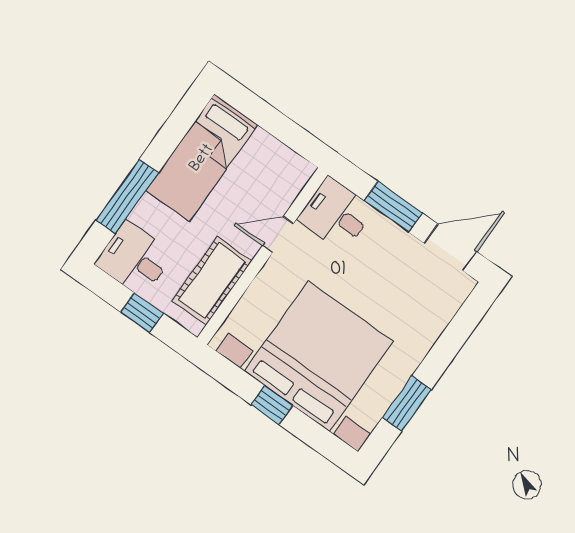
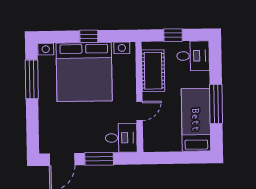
window: (127, 196) -> (216, 104), moved
window: (407, 404) -> (32, 79), width x1.44

